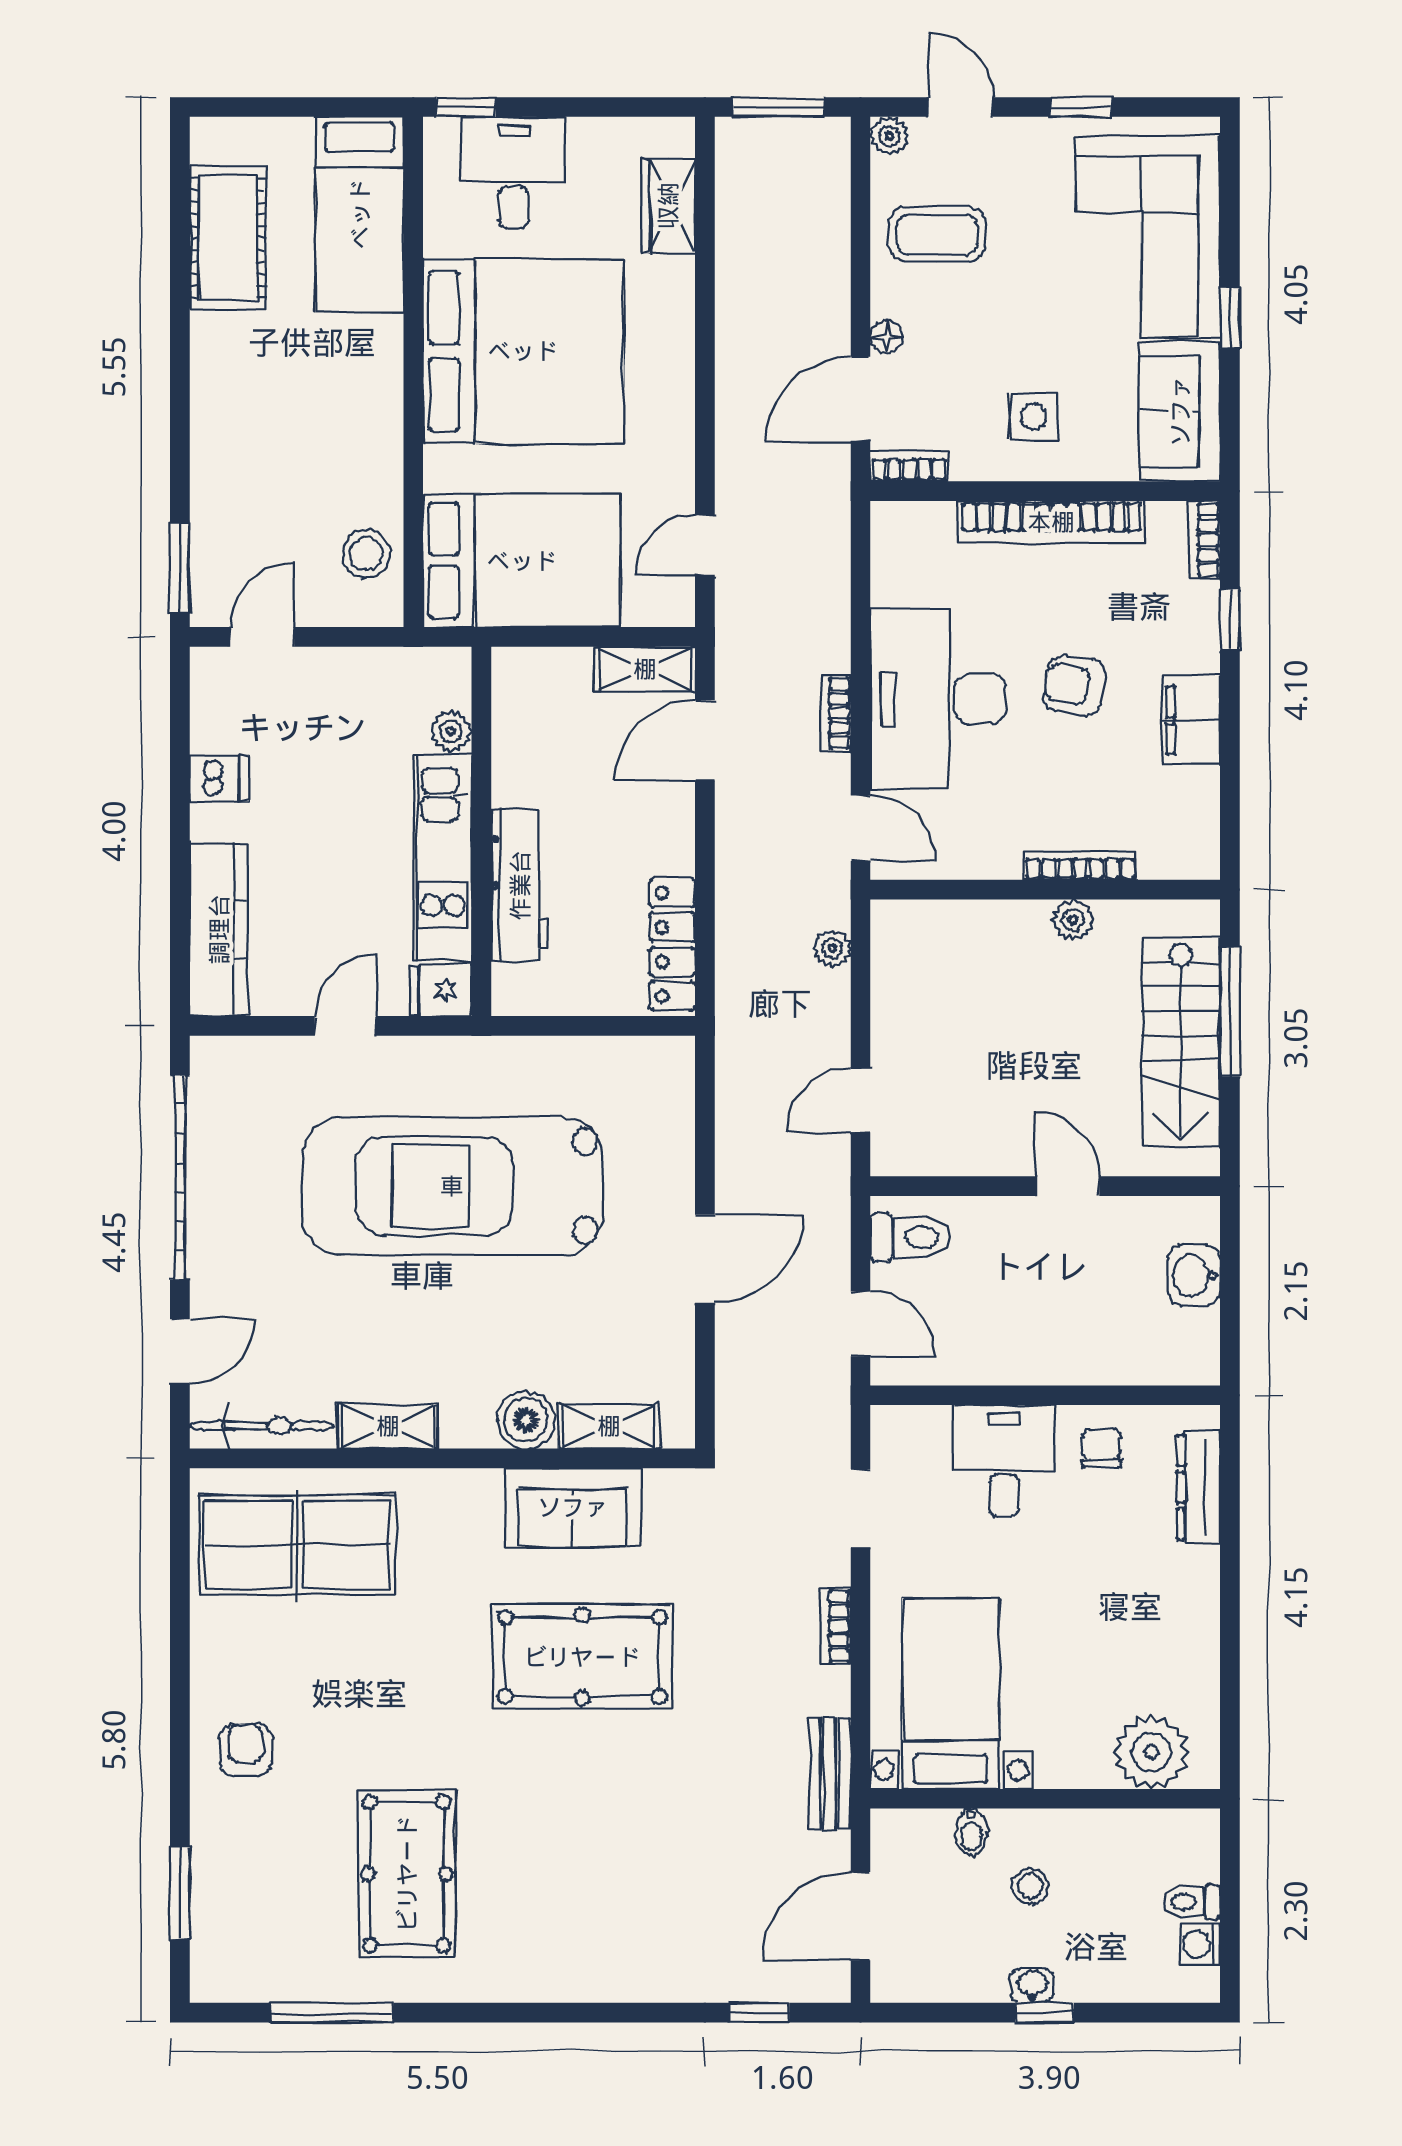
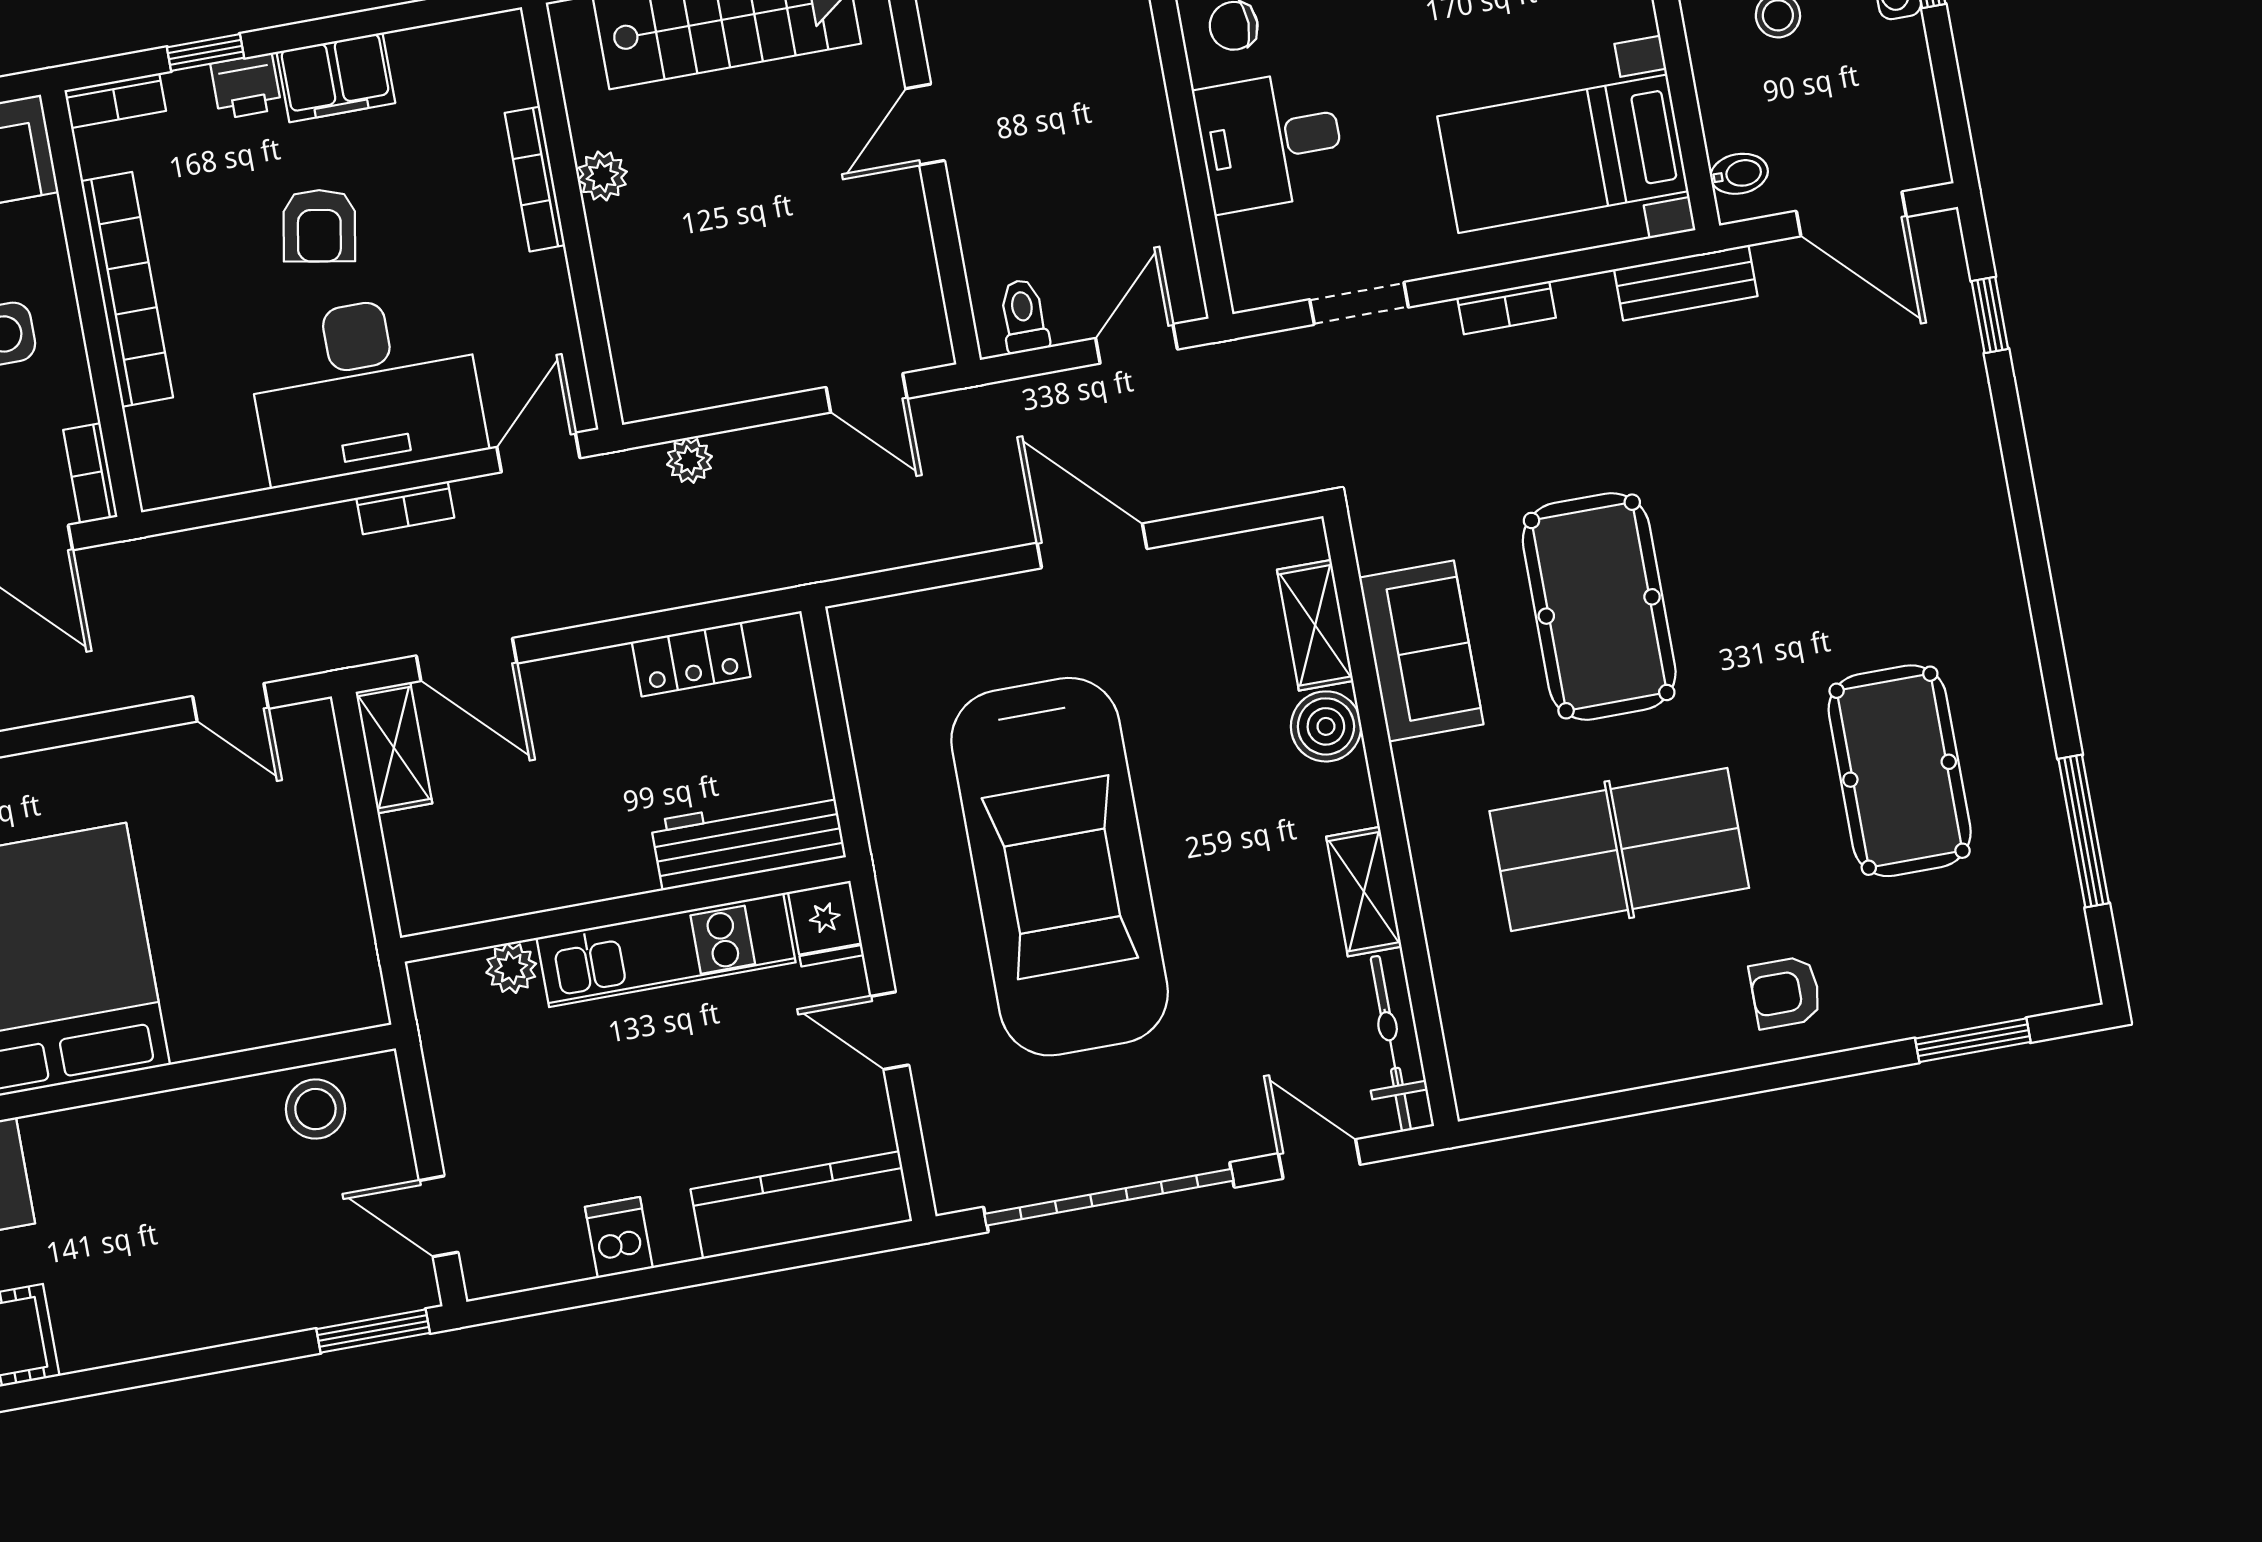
bed: (522, 561) -> (290, 920), removed
printer: (1197, 647) -> (246, 86), added
workbench: (520, 885) -> (748, 839), moved
locker: (672, 944) -> (691, 659), width x0.66
toilet: (910, 1237) -> (1024, 316), width x0.73, depth x0.72
table tennis table: (297, 1545) -> (1619, 849), moved, turned 90
bidet: (971, 1832) -> (1739, 174), moved
pool table: (407, 1874) -> (1900, 771), turned 90

